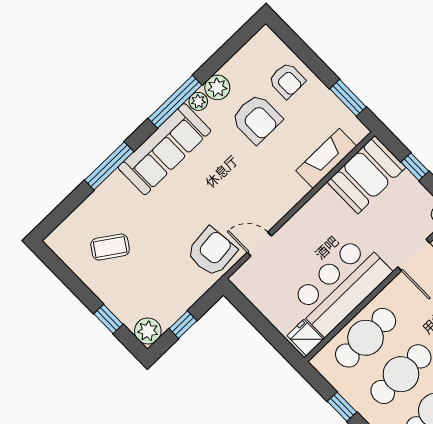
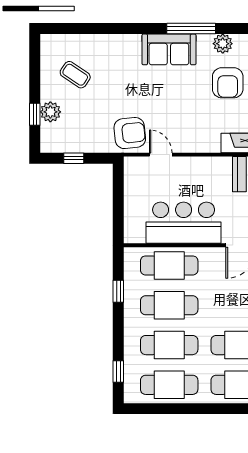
plant: (198, 101) -> (204, 41), removed
sofa: (164, 149) -> (169, 49), width x0.73
window: (109, 166) -> (119, 29), removed
plant: (148, 331) -> (50, 112), moved
fridge: (305, 338) -> (135, 232), removed

